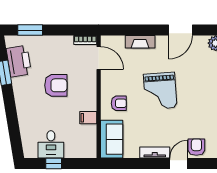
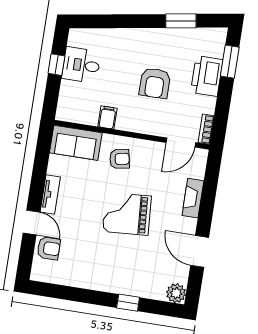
printer: (19, 61) -> (207, 76), moved, turned 99
armchair: (119, 103) -> (120, 159), turned -101

